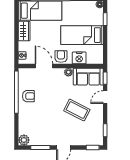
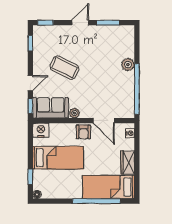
nightstand: (79, 58) -> (41, 130), moved
armchair: (28, 96) -> (123, 84), removed
plant: (24, 140) -> (128, 65), moved

